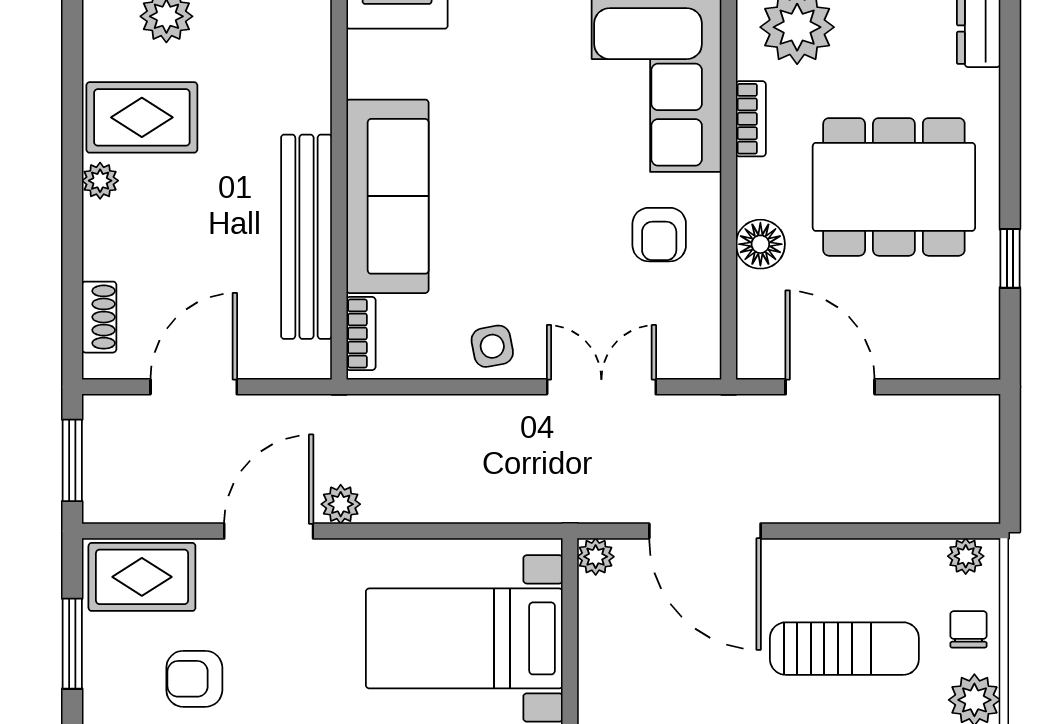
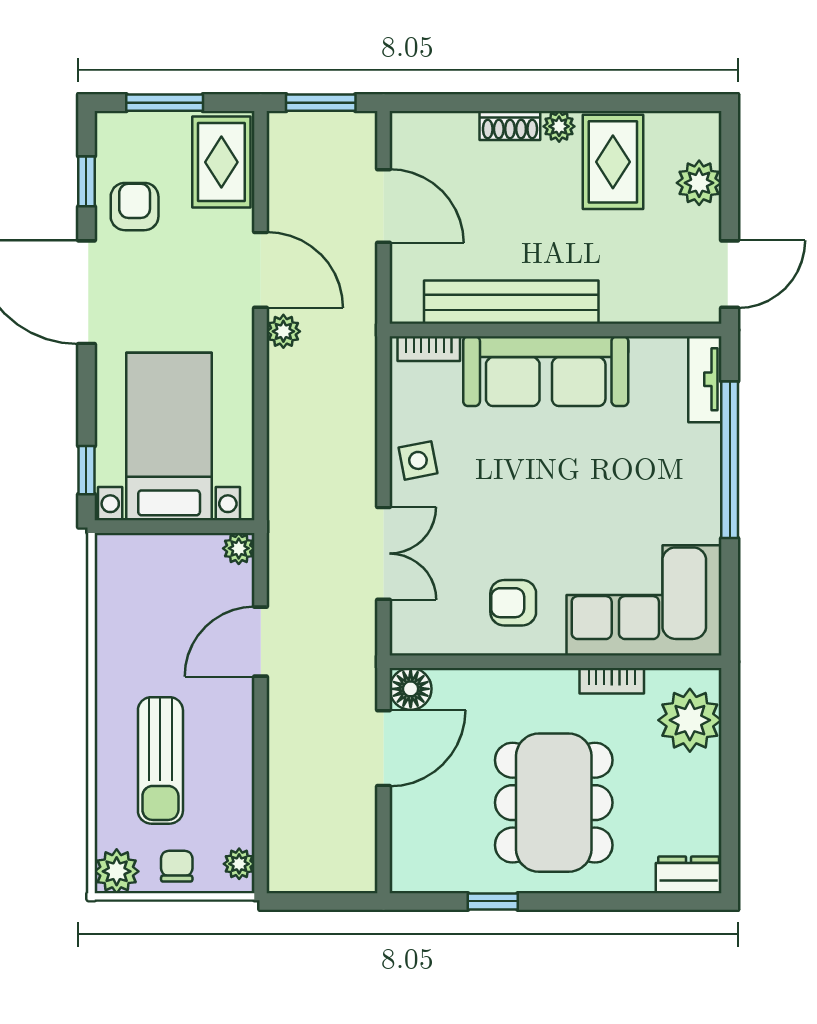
floor lamp: (760, 244) -> (411, 689), moved
shoe rack: (99, 317) -> (510, 125), moved
door: (705, 531) -> (261, 642), width x0.73
chair: (968, 629) -> (177, 866), turned -90

